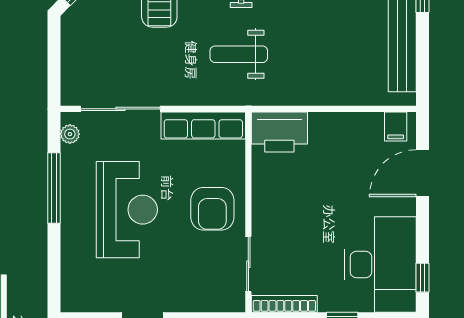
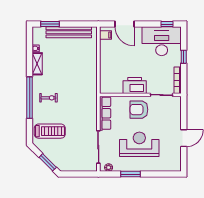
weight bench: (239, 54) -> (76, 99), removed
printer: (279, 132) -> (135, 85), moved, turned -90
window: (54, 188) -> (131, 174), width x0.69
armchair: (212, 209) -> (139, 110), turned 180

